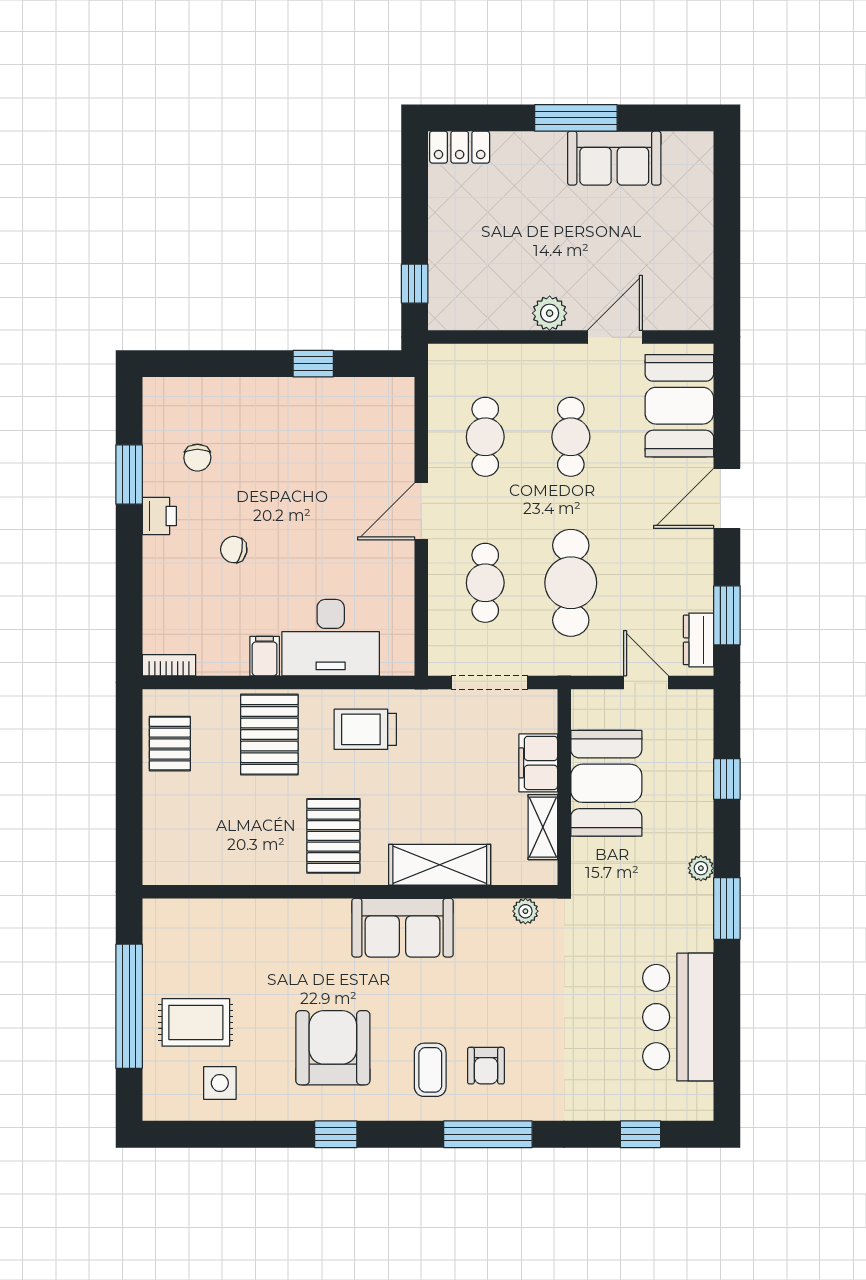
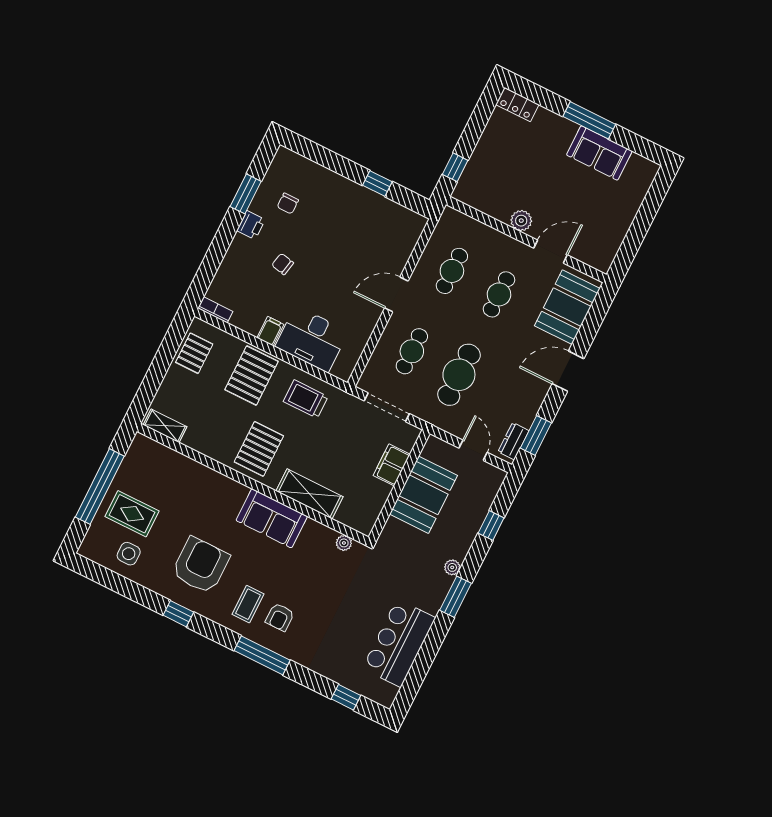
shelving: (543, 827) -> (165, 426), moved, turned 90

